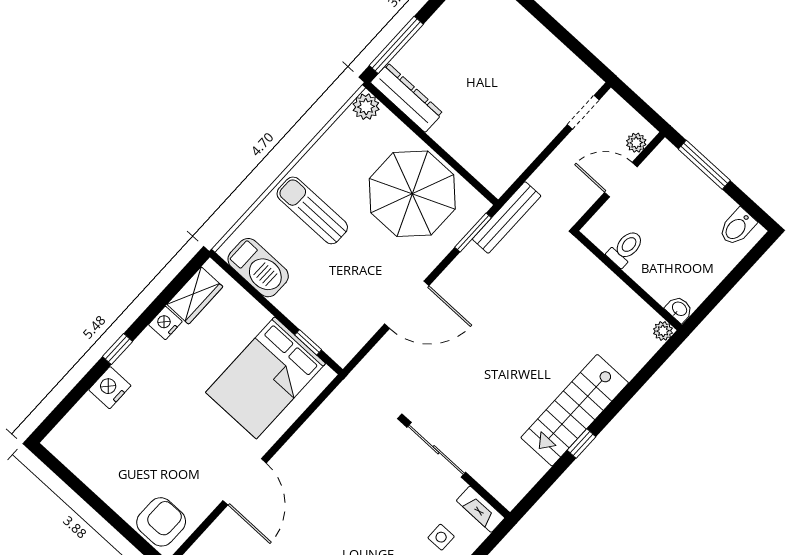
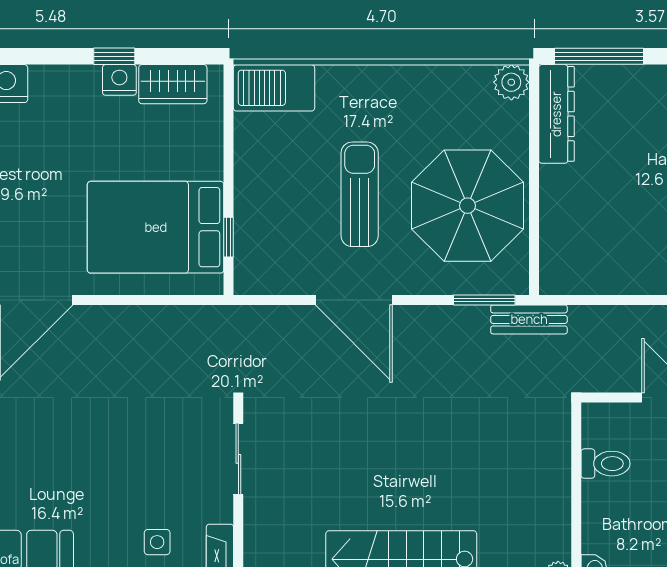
sun lounger: (312, 210) -> (360, 194), moved
bench: (507, 217) -> (529, 319), width x0.73
barbecue: (258, 268) -> (274, 88), moved, turned 90
window: (118, 349) -> (114, 56), moved
sliding door: (436, 450) -> (238, 459), width x0.73

